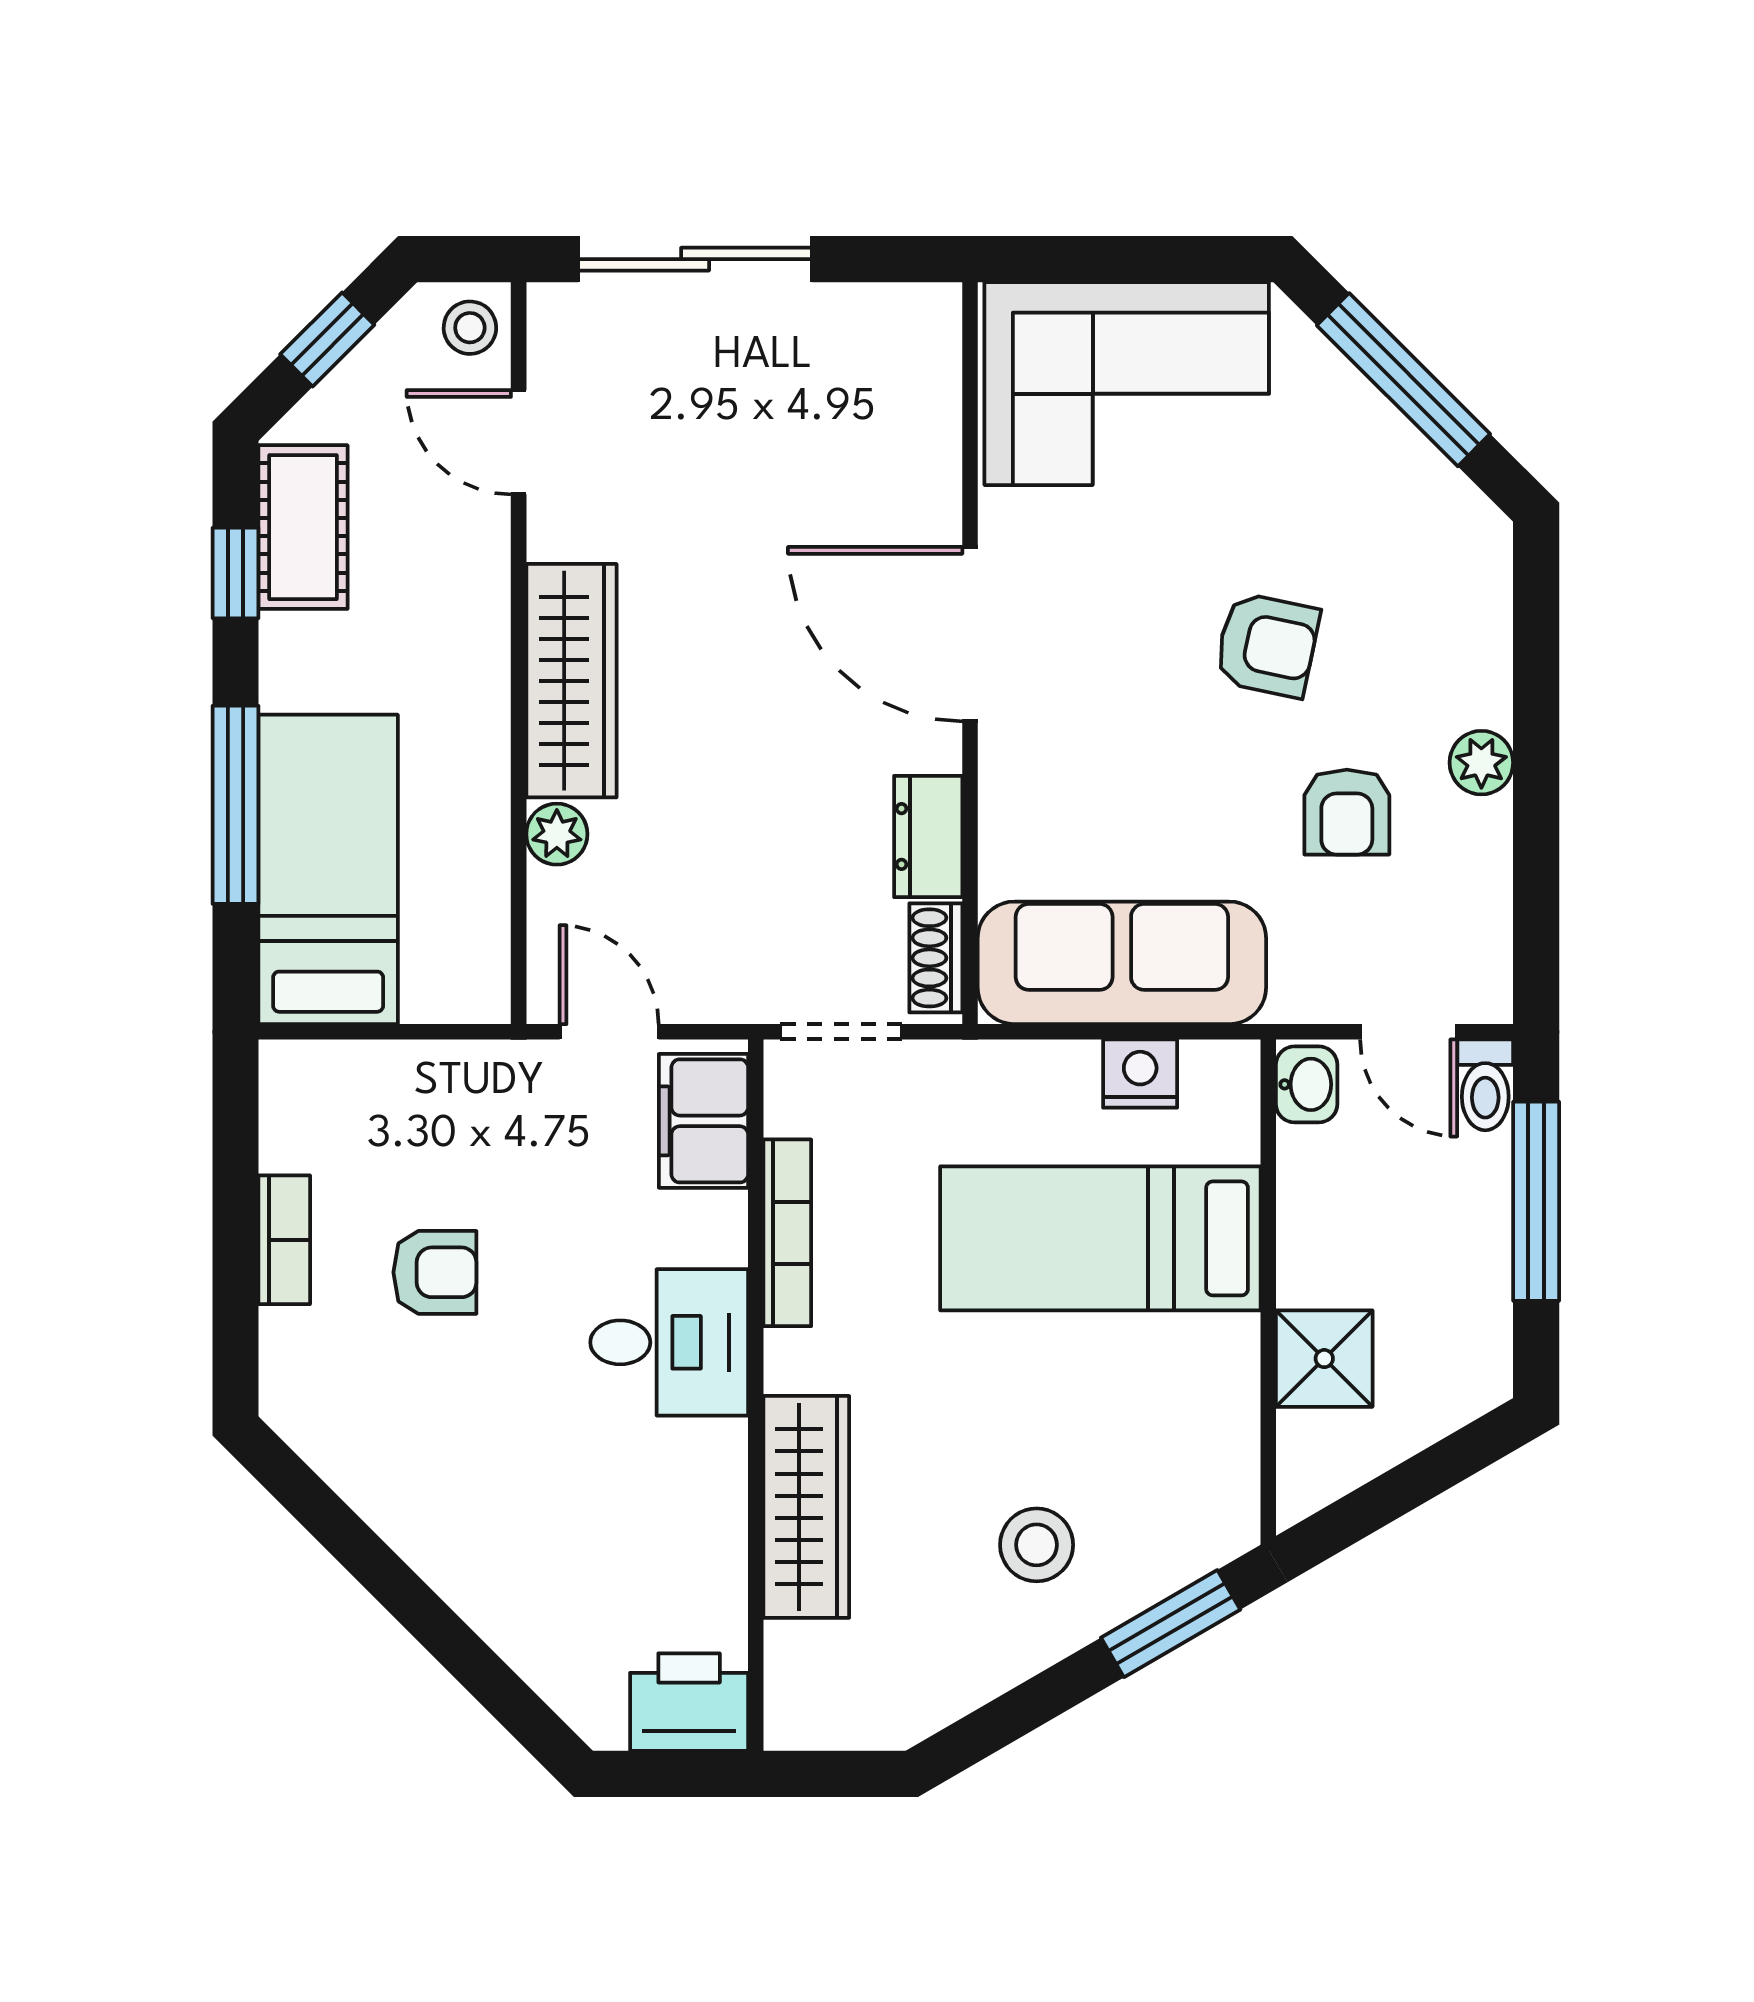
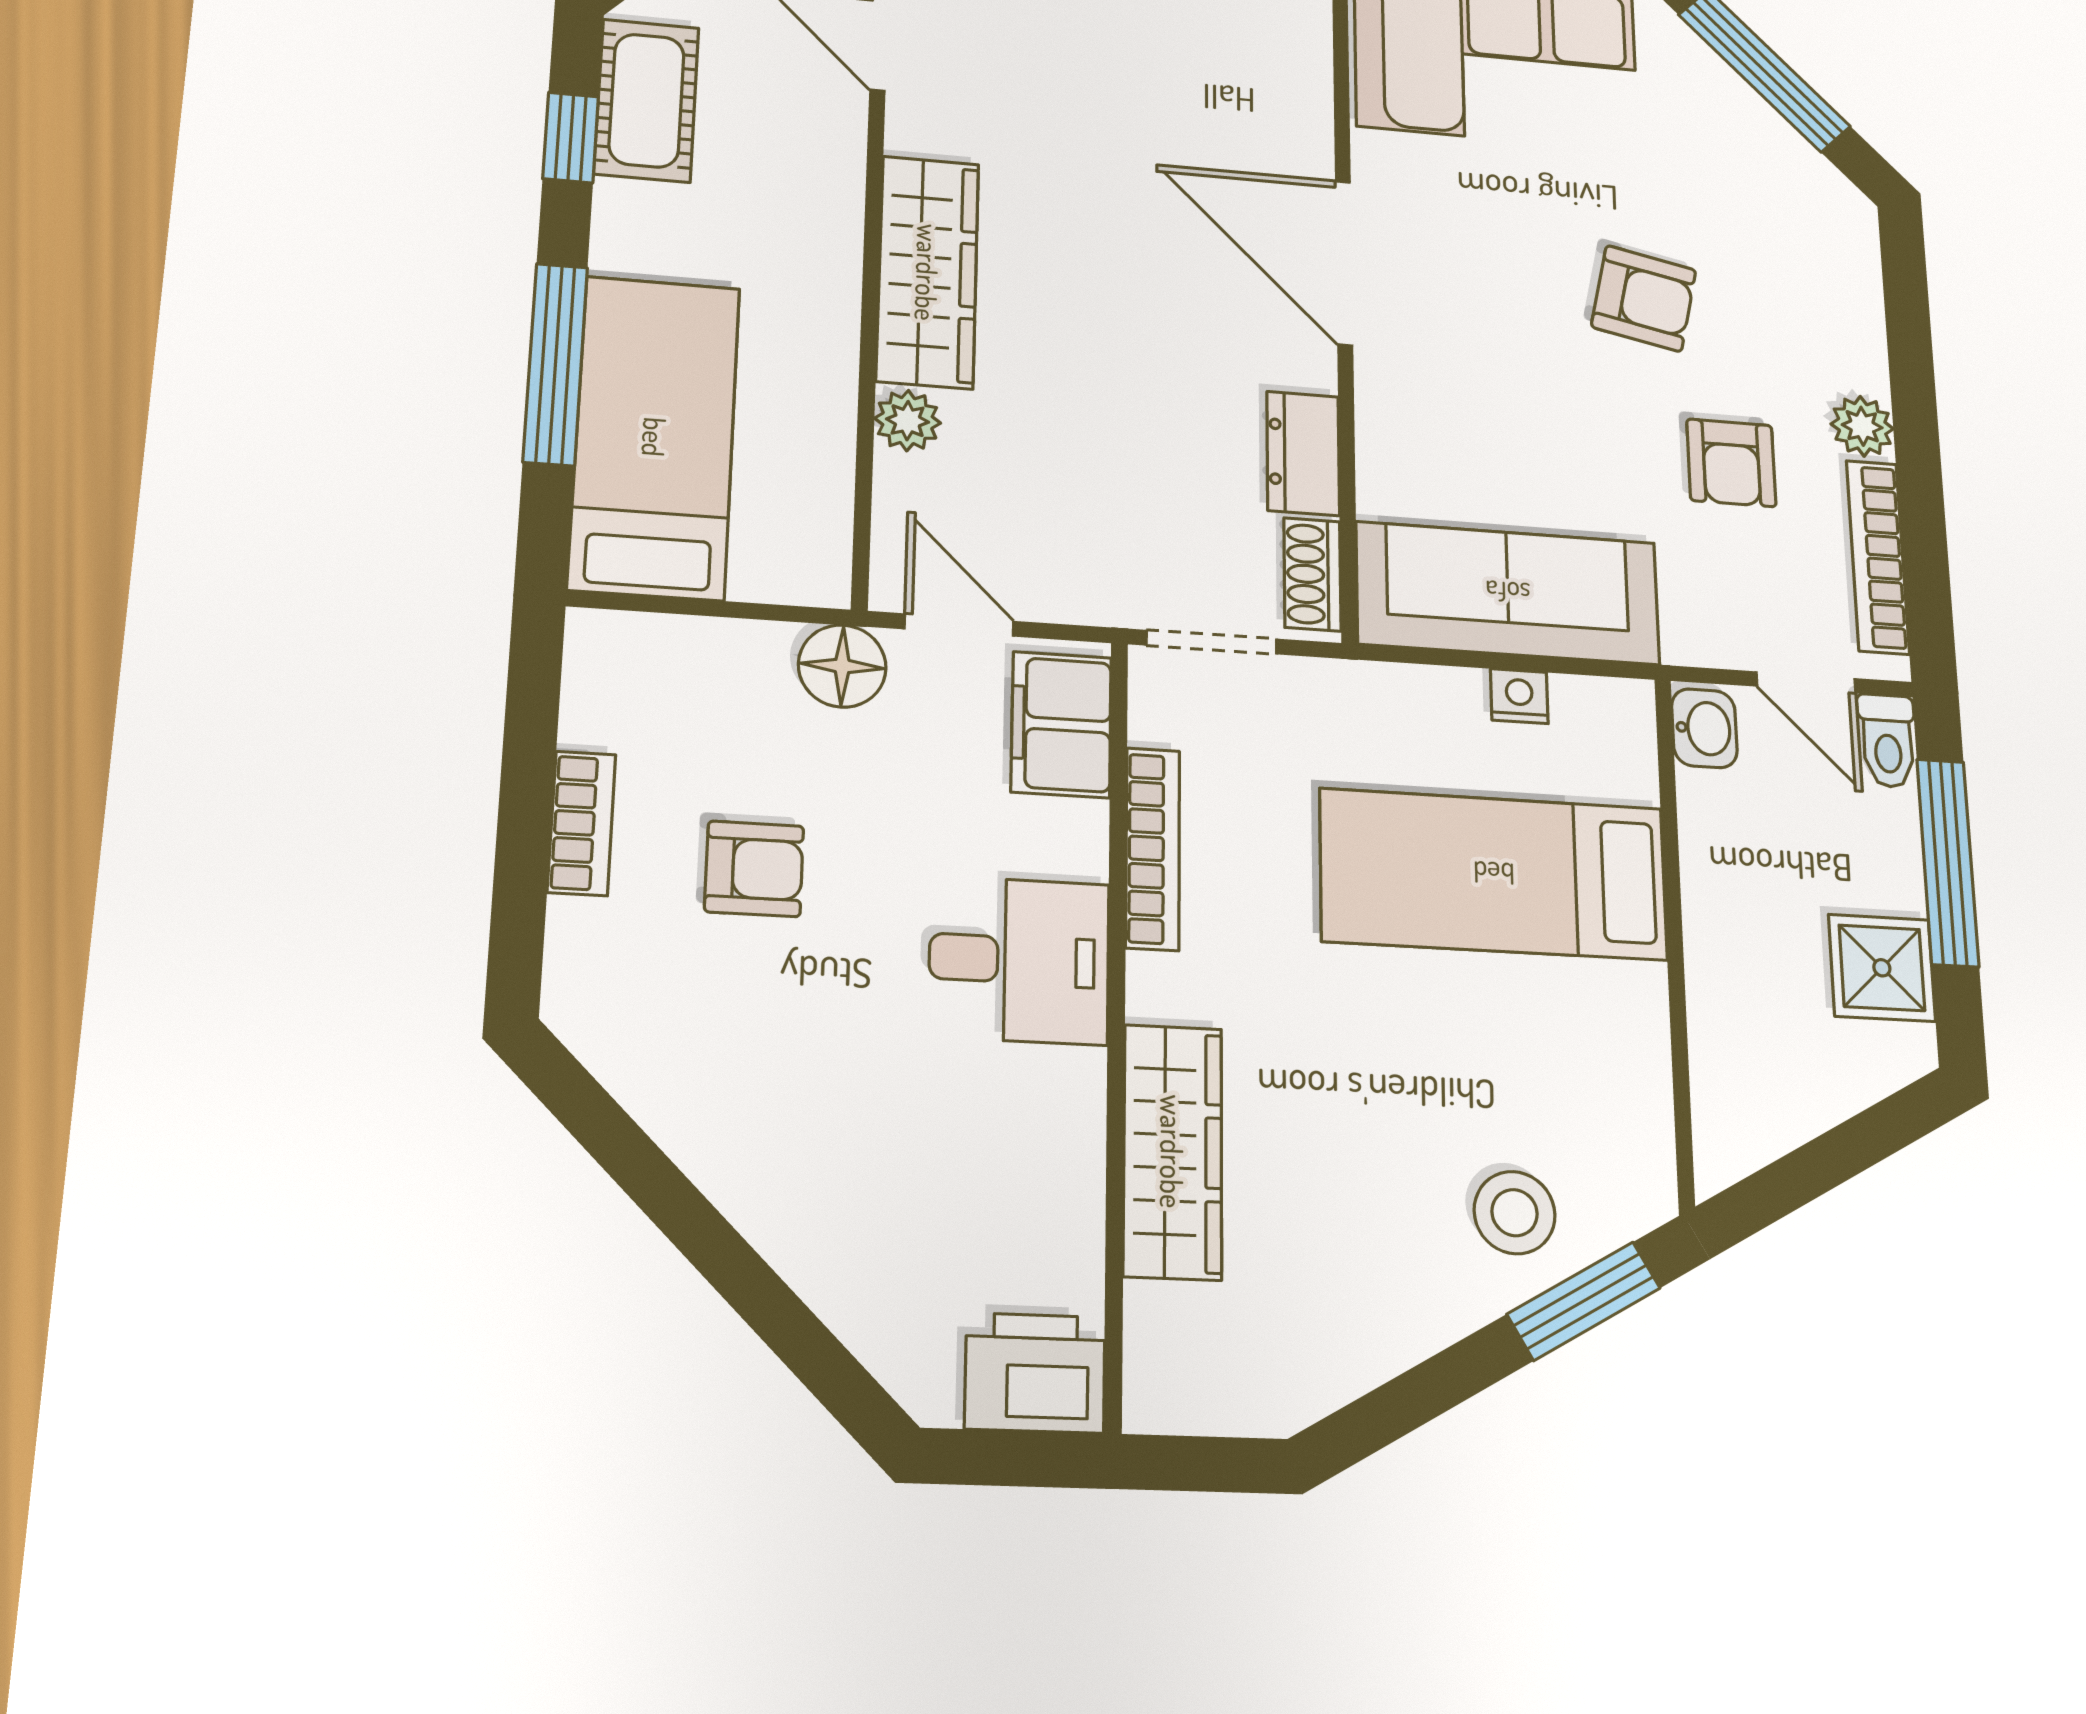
bookcase: (1488, 899) -> (1878, 557), added
nightstand: (1140, 1074) -> (1519, 696), width x0.72, depth x0.74
floor lamp: (505, 1079) -> (842, 666), added
shower: (1324, 1359) -> (1882, 968), moved
stool: (1037, 1545) -> (1515, 1213), moved

